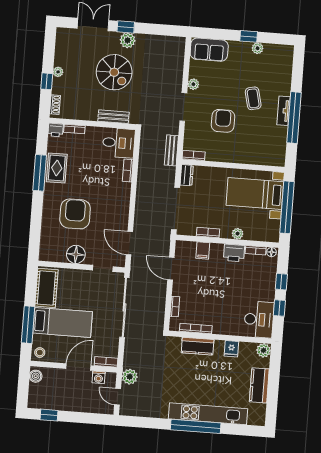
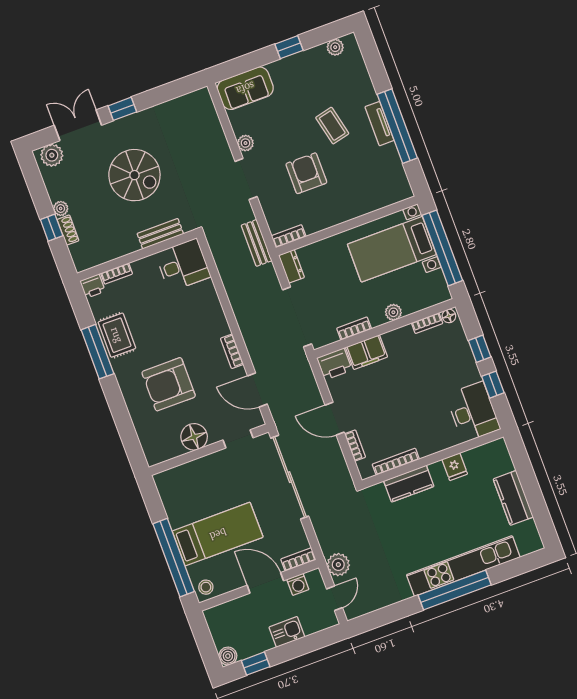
plant: (128, 40) -> (52, 155), moved
plant: (258, 48) -> (335, 47), moved
shoe rack: (55, 105) -> (68, 230), moved
bookcase: (128, 170) -> (232, 351), moved
armchair: (75, 214) -> (169, 384), turned -90
filing cabinet: (203, 251) -> (367, 352), width x2.00
printer: (234, 253) -> (334, 364), moved
door: (171, 269) -> (335, 419), moved
cot: (46, 288) -> (176, 499), removed
window: (28, 325) -> (174, 558), width x1.46
plant: (263, 350) -> (498, 450), removed
door: (78, 367) -> (265, 583), hinge flipped
boiler: (36, 376) -> (228, 656), moved
door: (118, 397) -> (334, 598), swing flipped
kitchen sink: (78, 404) -> (287, 632), added

